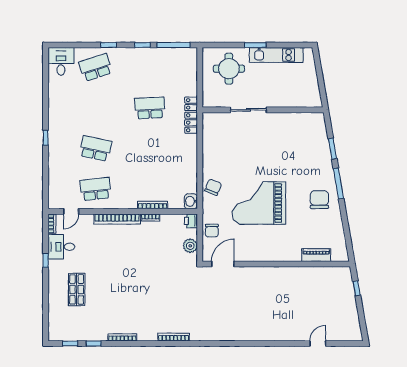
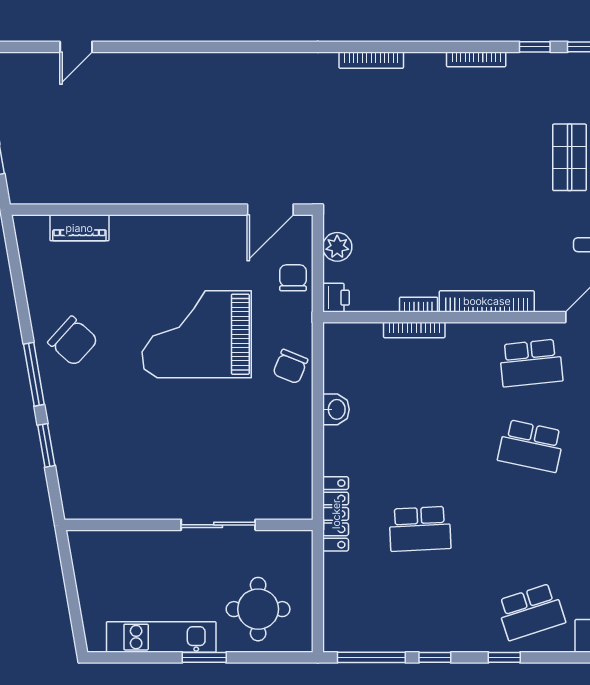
chair: (319, 200) -> (73, 341), turned -48
washbasin: (191, 201) -> (336, 409), moved
grand piano: (259, 203) -> (197, 334), turned 180

